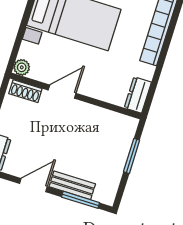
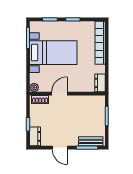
door: (33, 185) -> (60, 148), swing flipped
bench: (72, 185) -> (91, 141), moved

